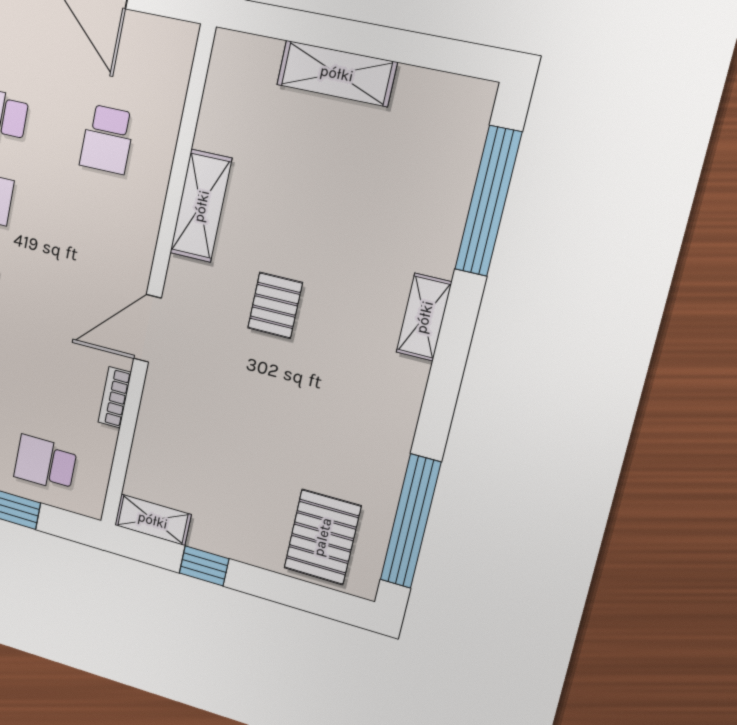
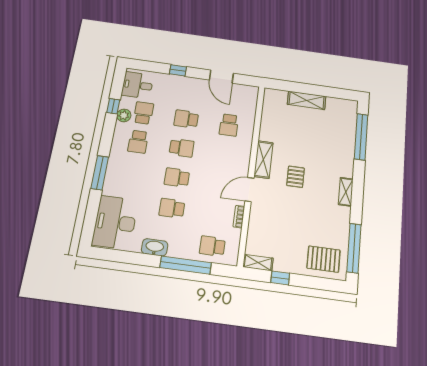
shelving: (201, 206) -> (263, 160), moved
shelving: (424, 317) -> (346, 192), moved
pallet: (322, 537) -> (324, 259), turned 90

